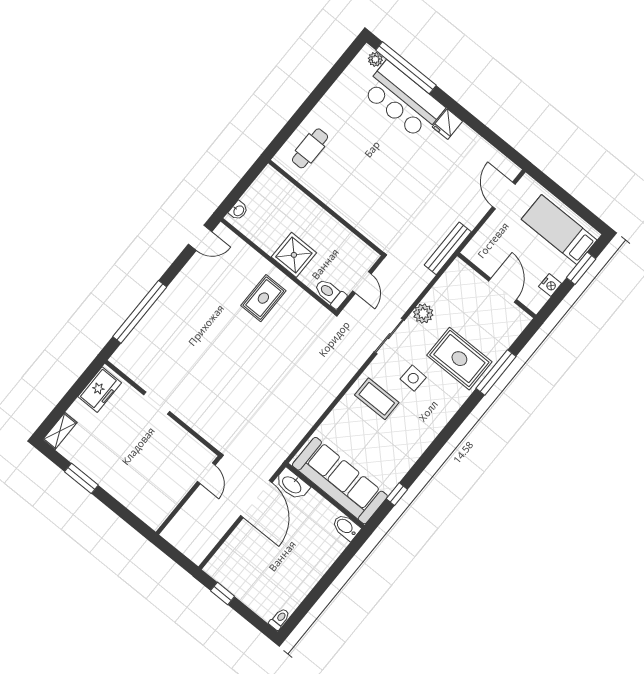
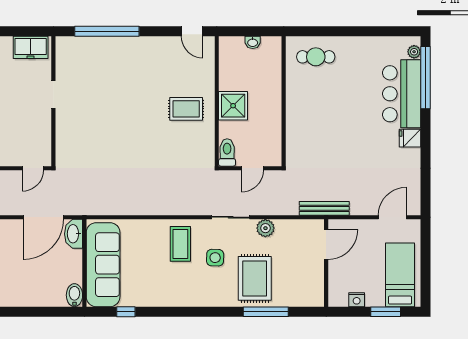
washbasin: (238, 211) -> (253, 42), moved
door: (503, 290) -> (326, 244), moved

